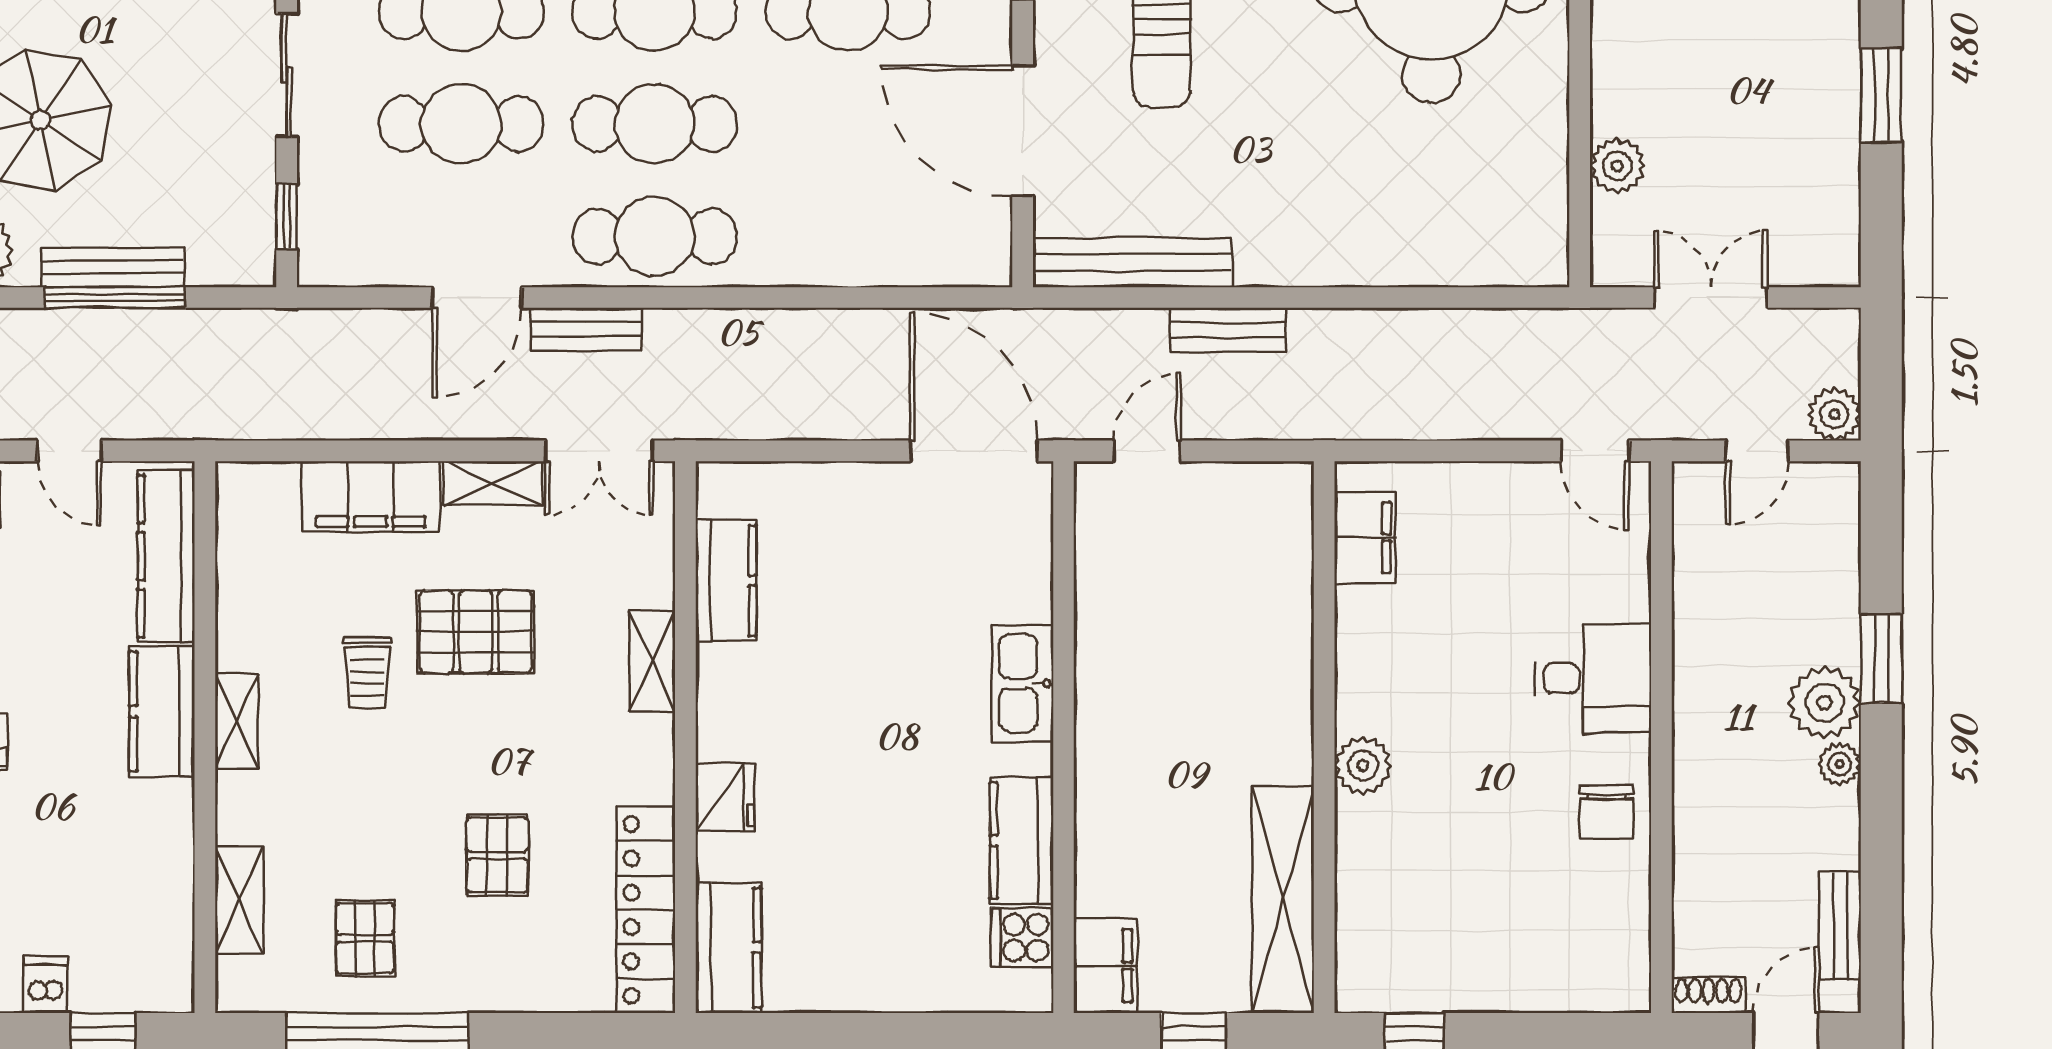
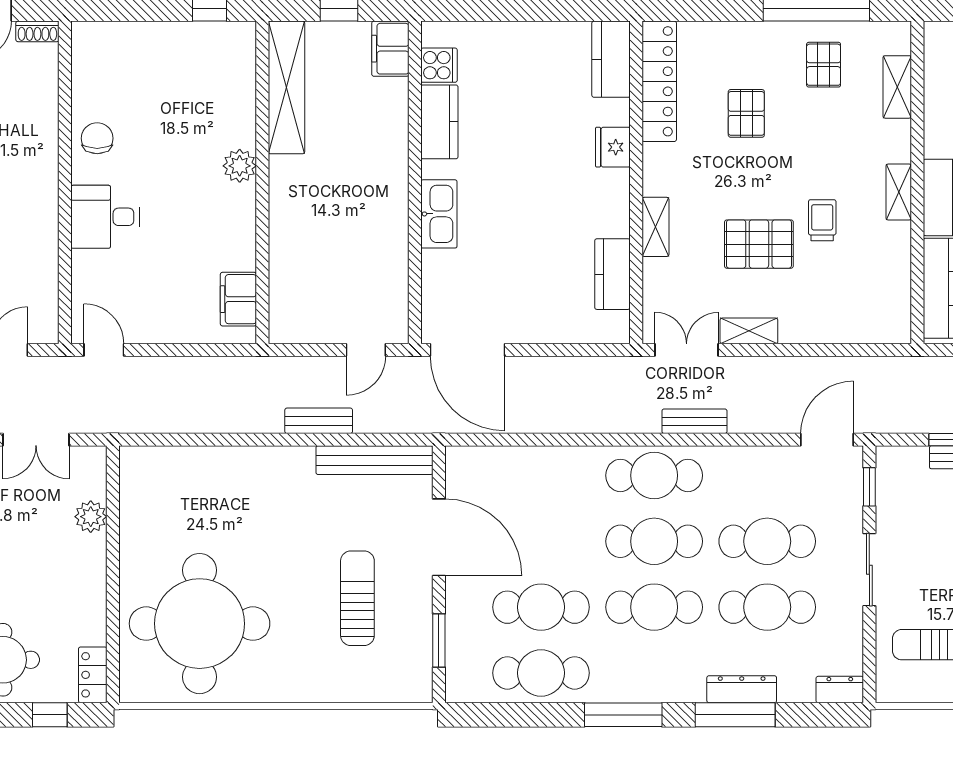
door: (477, 298) -> (827, 440), moved
filing cabinet: (371, 497) -> (820, 323), removed

